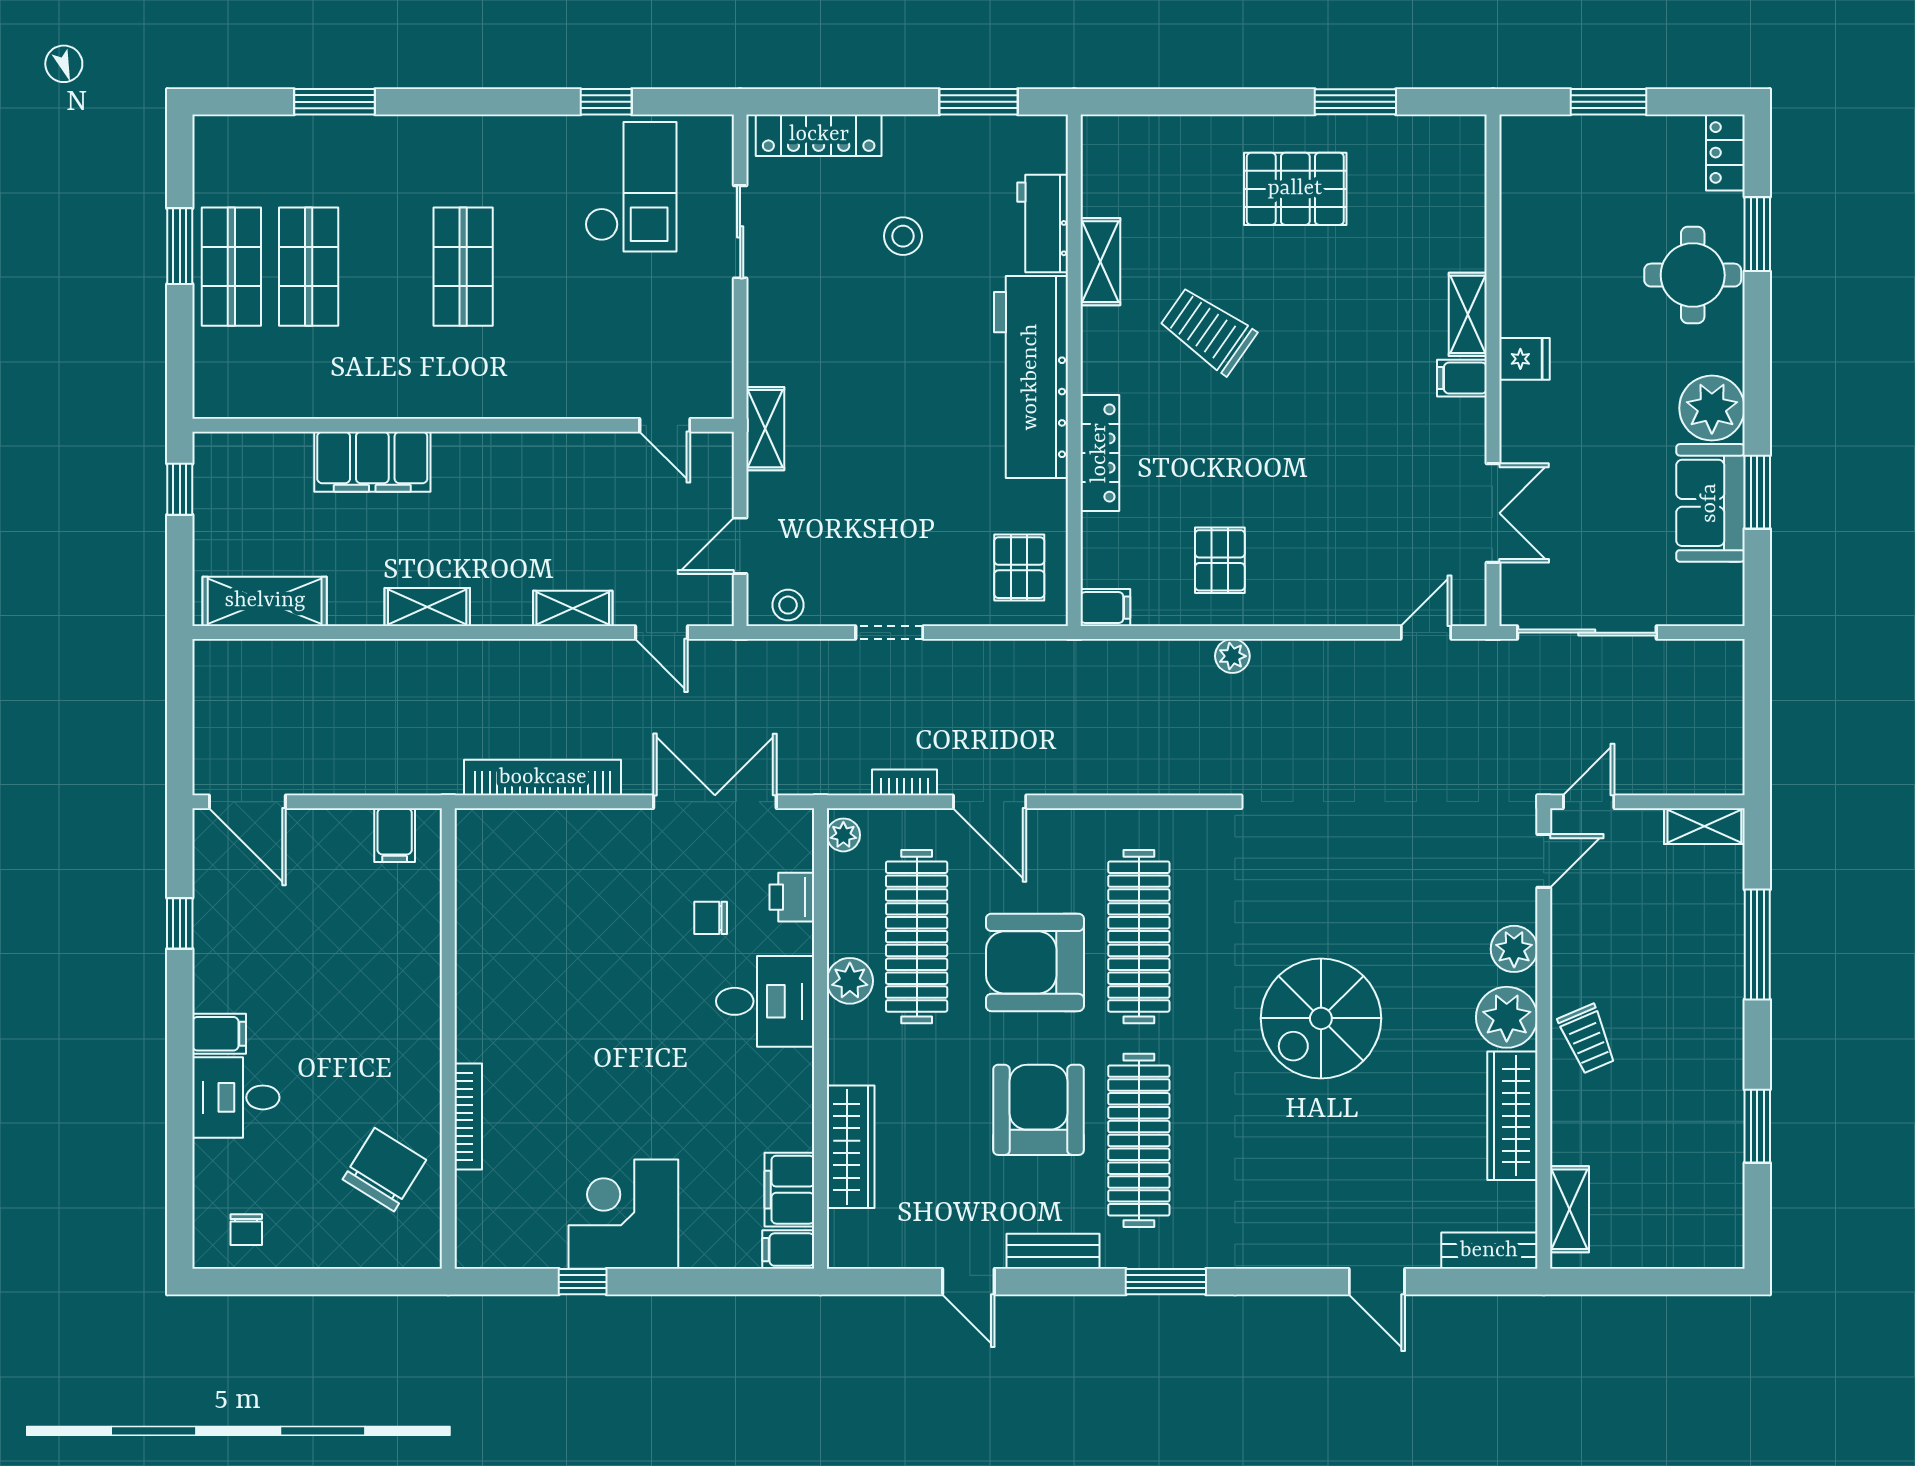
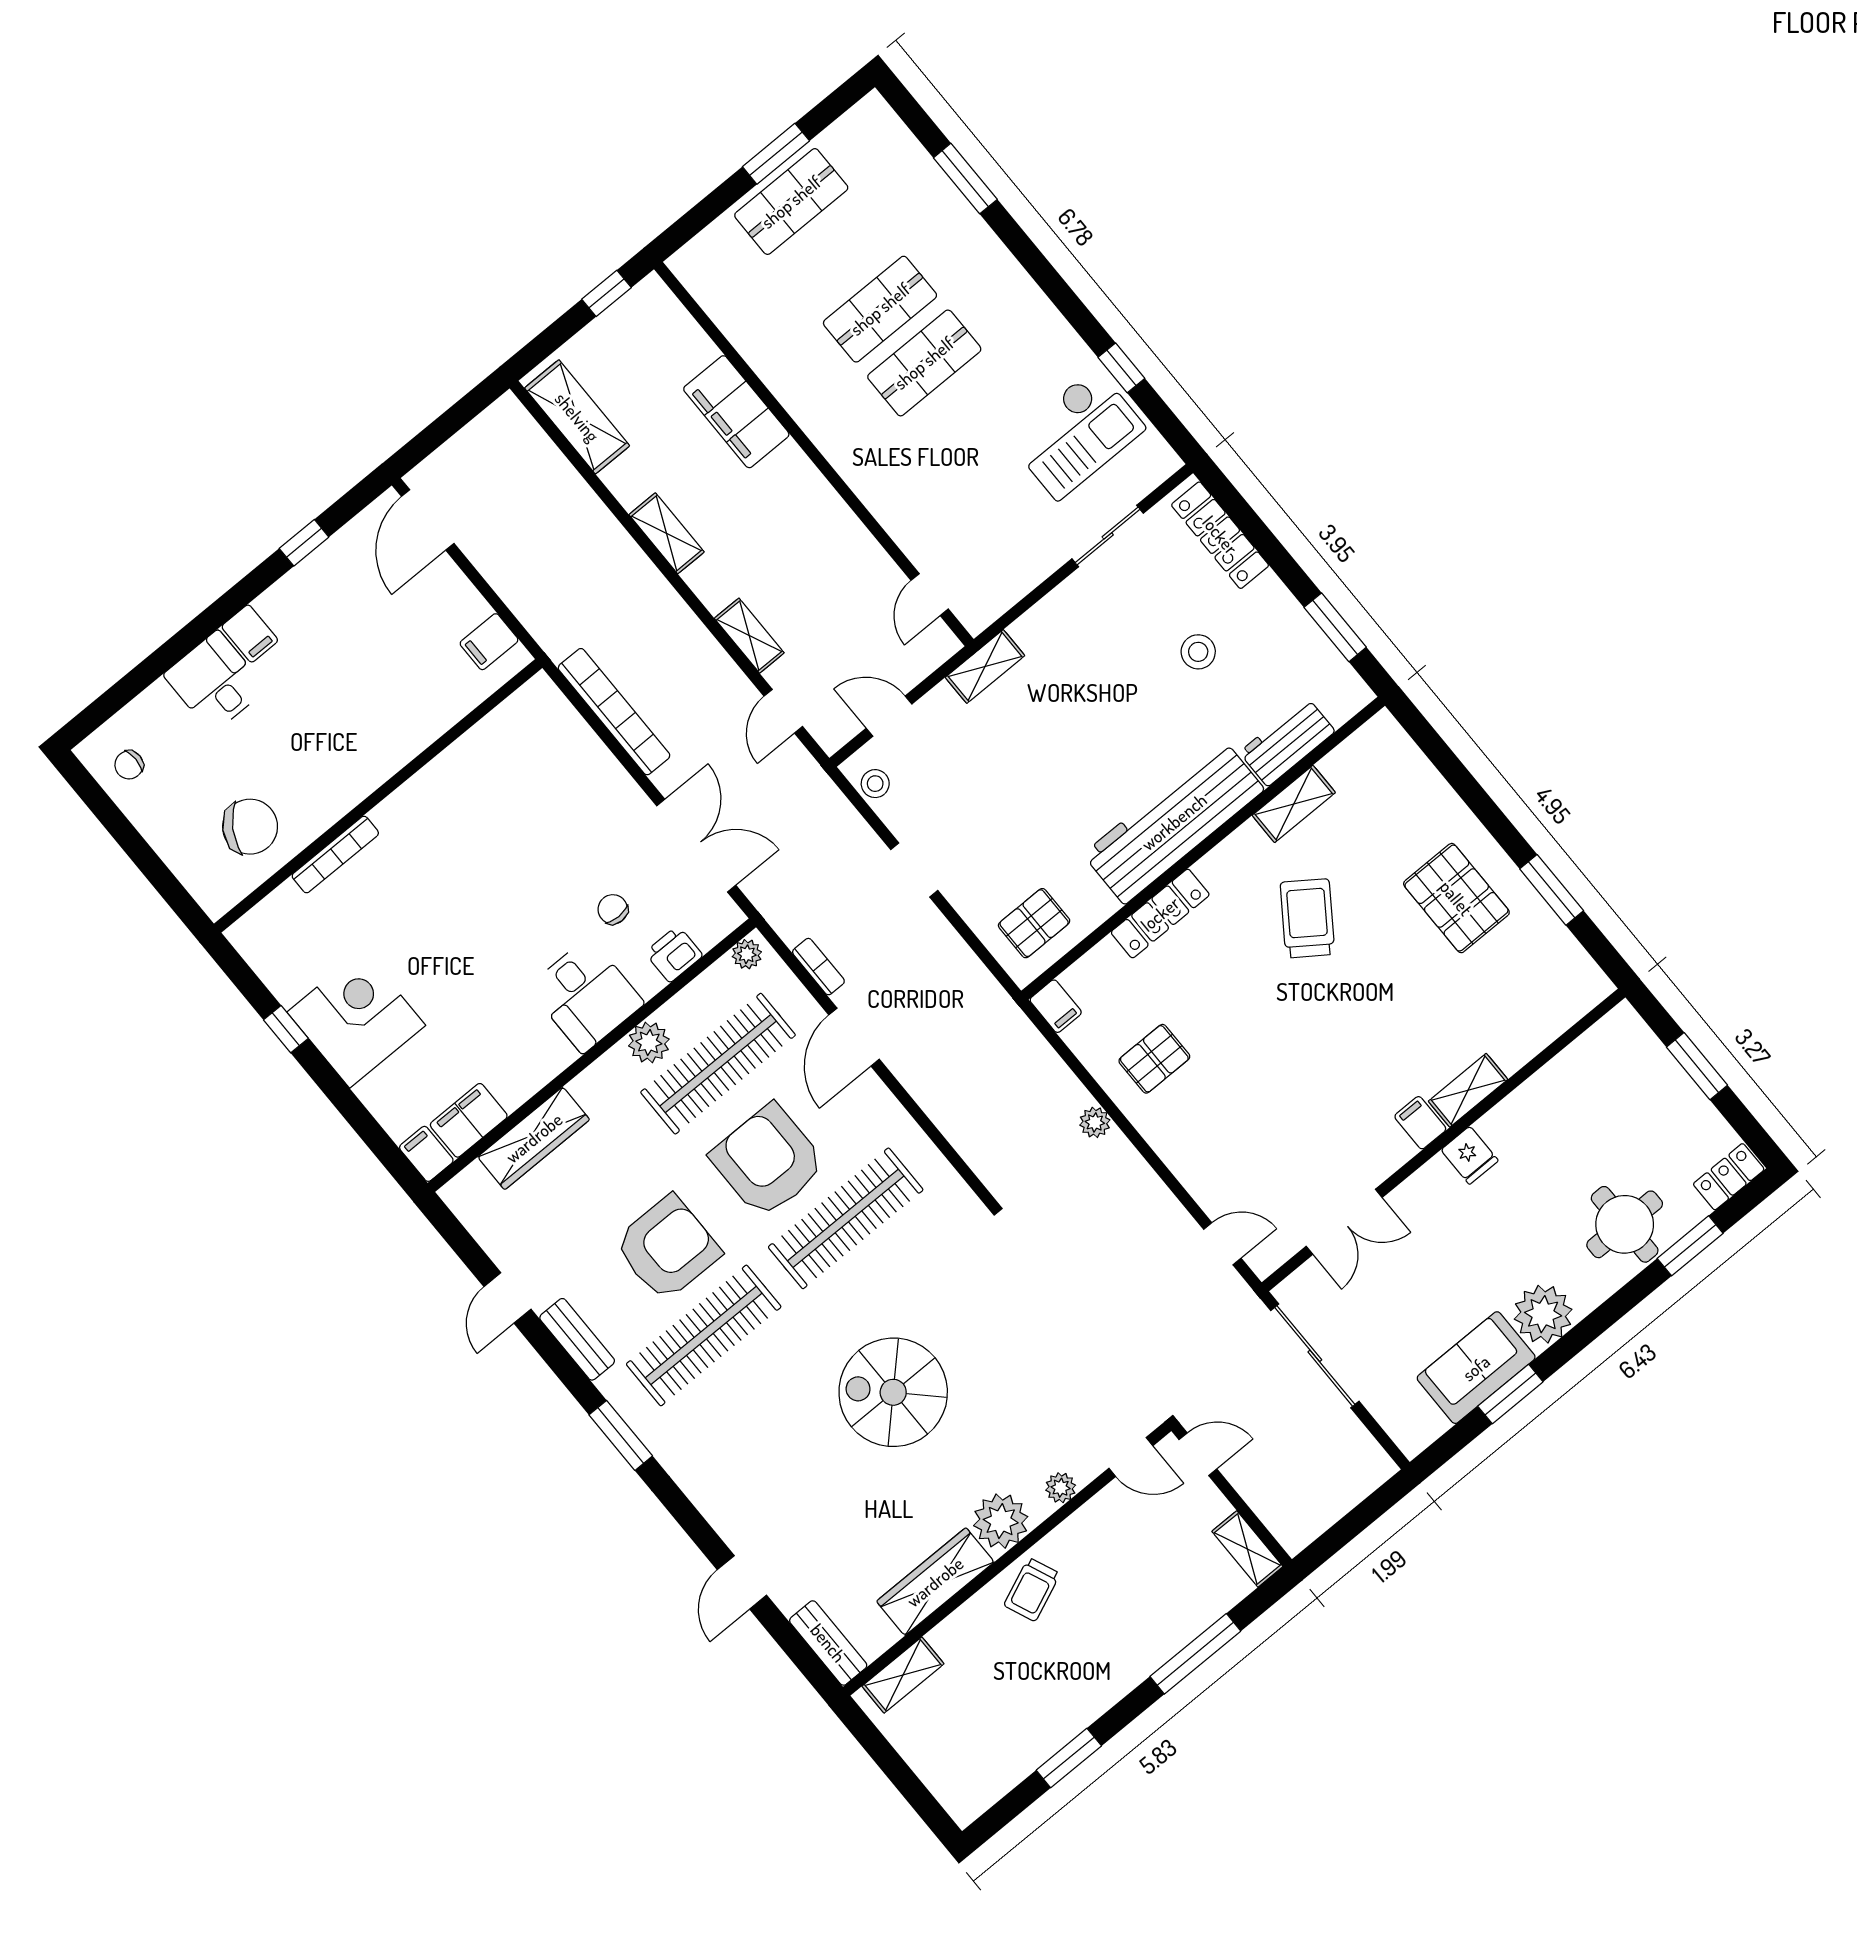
shop shelf: (309, 267) -> (880, 309), moved
plant: (1514, 949) -> (1061, 1488), width x0.73, depth x0.73

